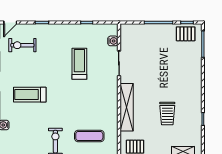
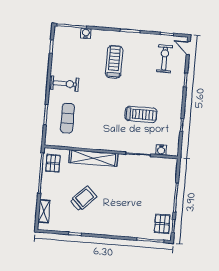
trolley: (167, 114) -> (83, 199), turned 135

